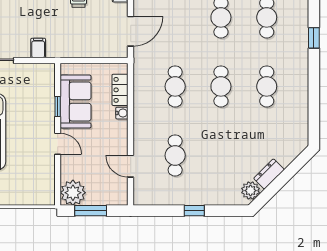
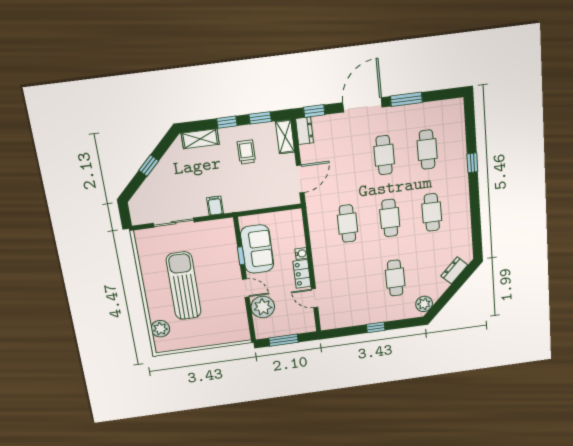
locker: (120, 90) -> (302, 274), moved
cafe table: (175, 155) -> (395, 278), moved
dresser: (269, 174) -> (454, 271), moved
plant: (73, 193) -> (263, 307), moved

